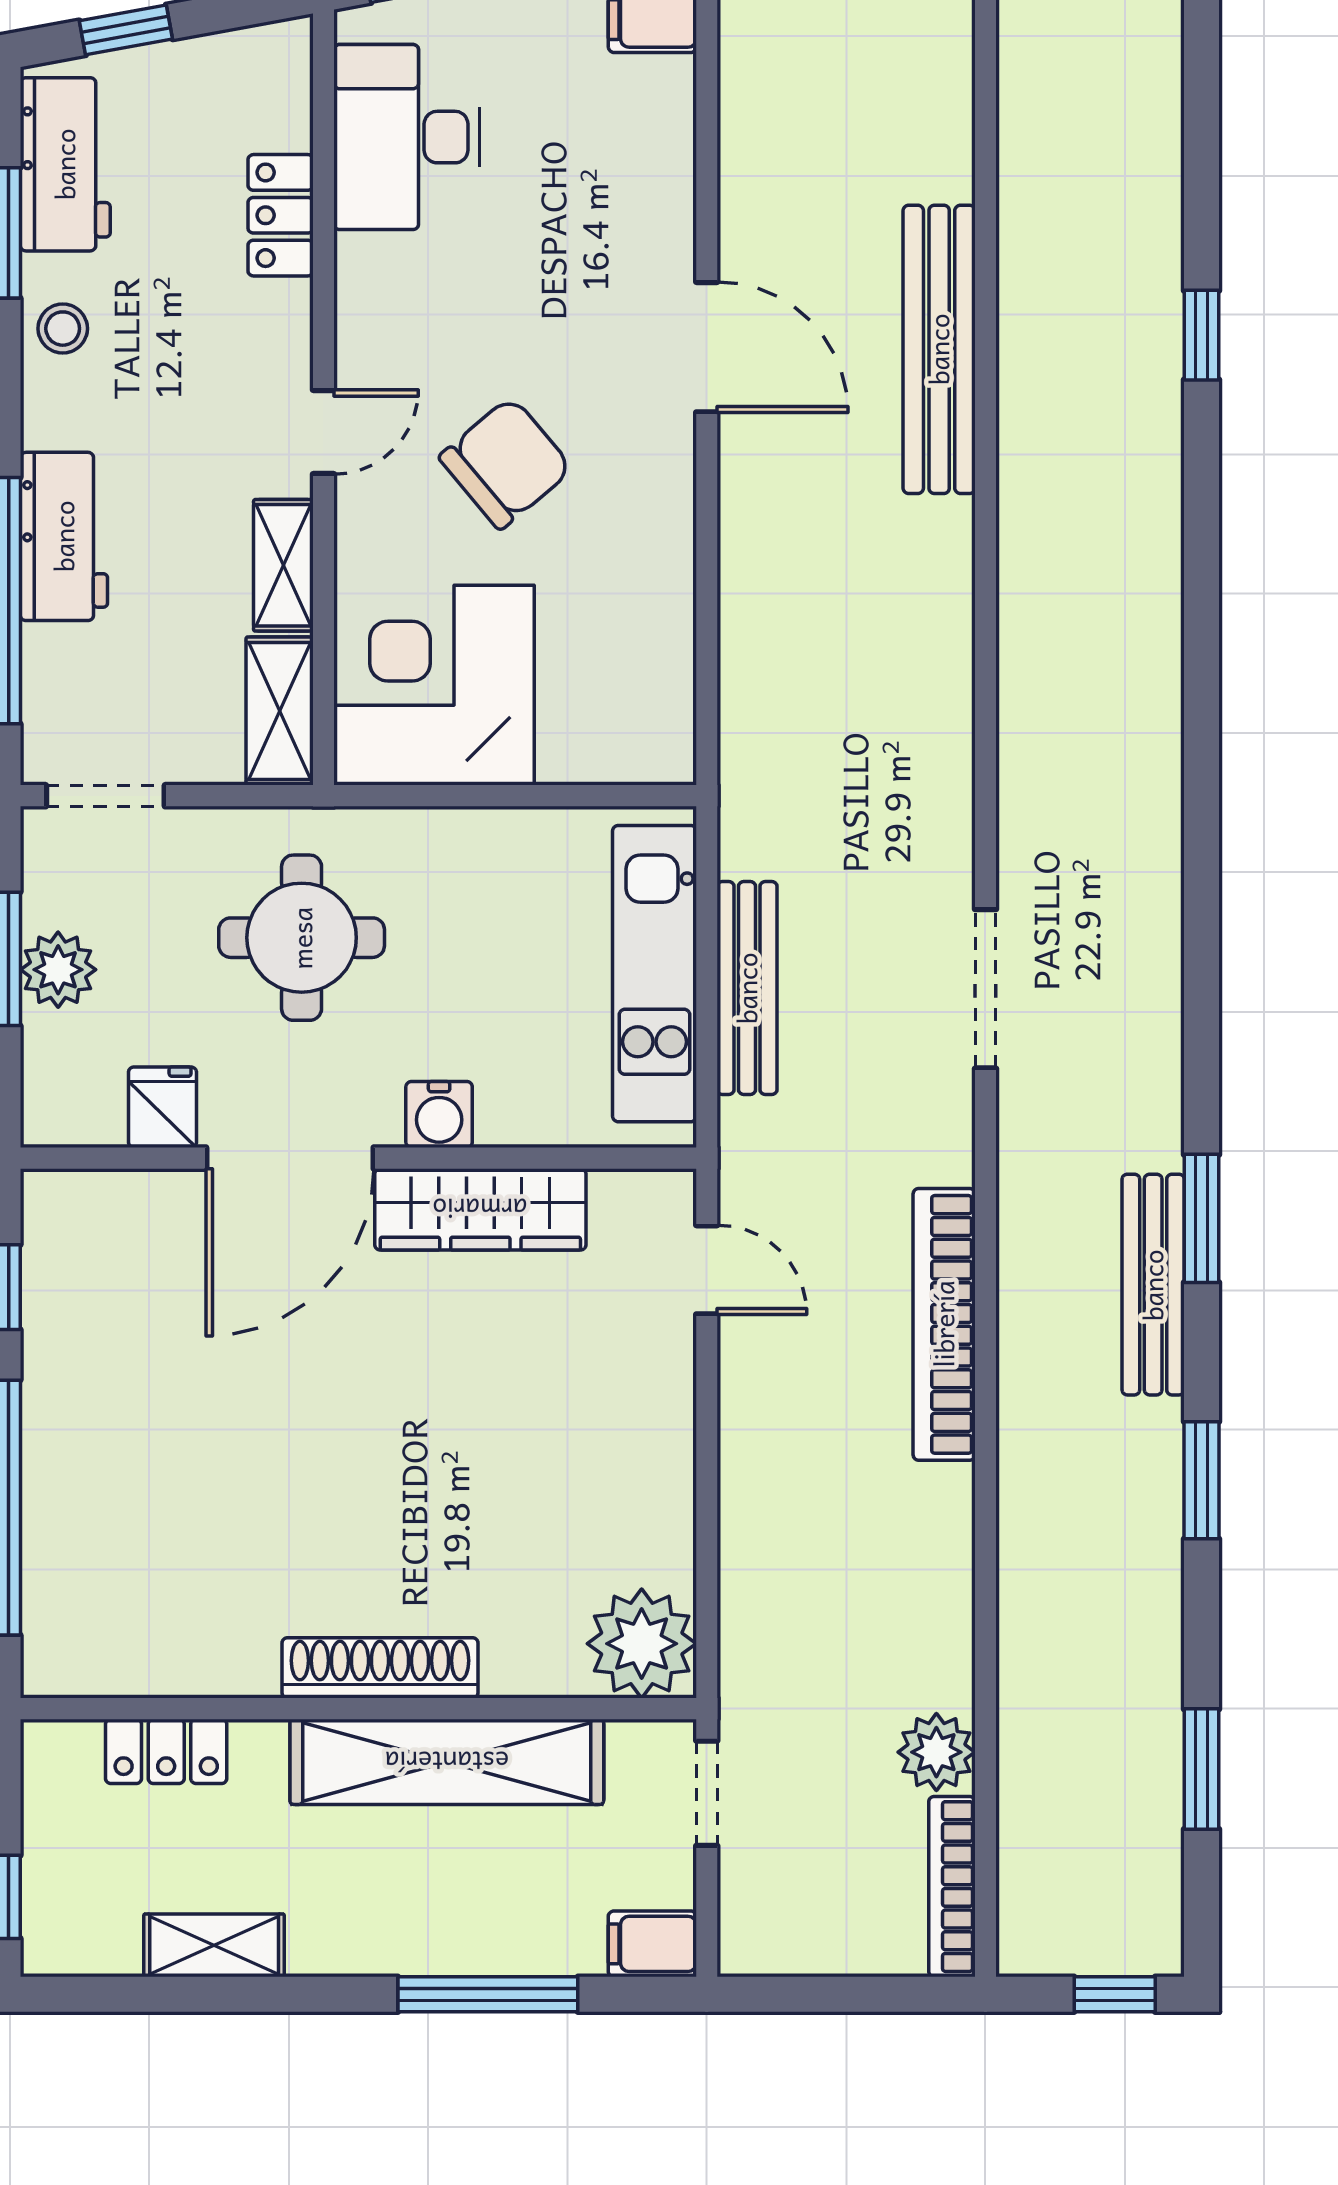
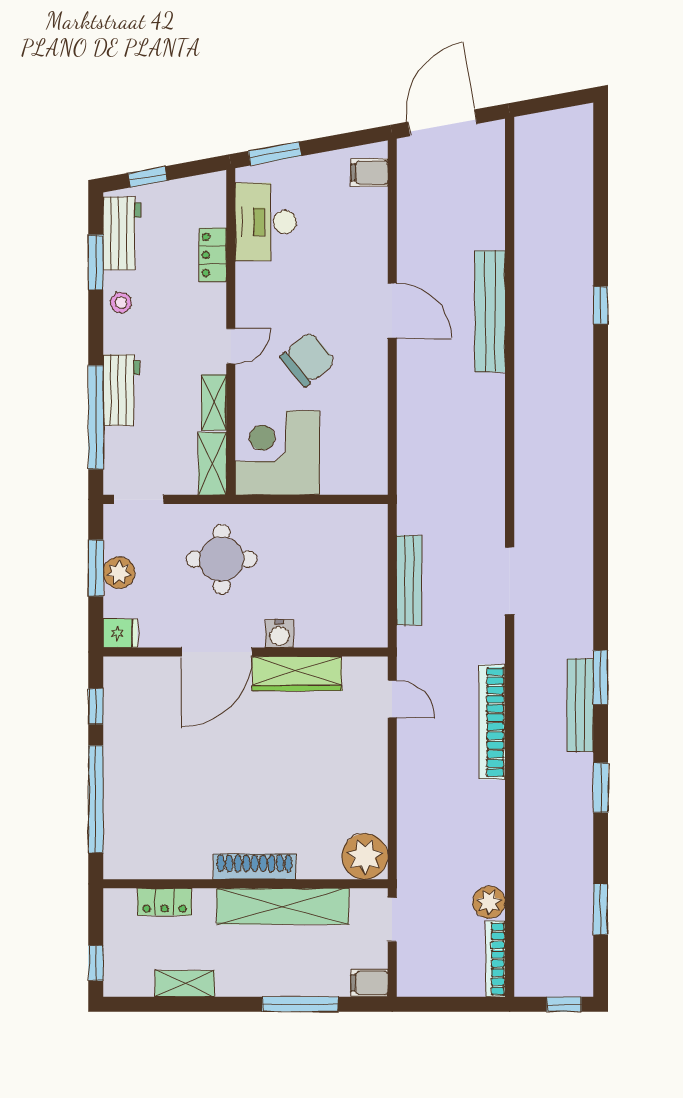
kitchen unit: (655, 974) -> (370, 574), removed
fridge: (162, 1107) -> (120, 633), moved, turned 90

